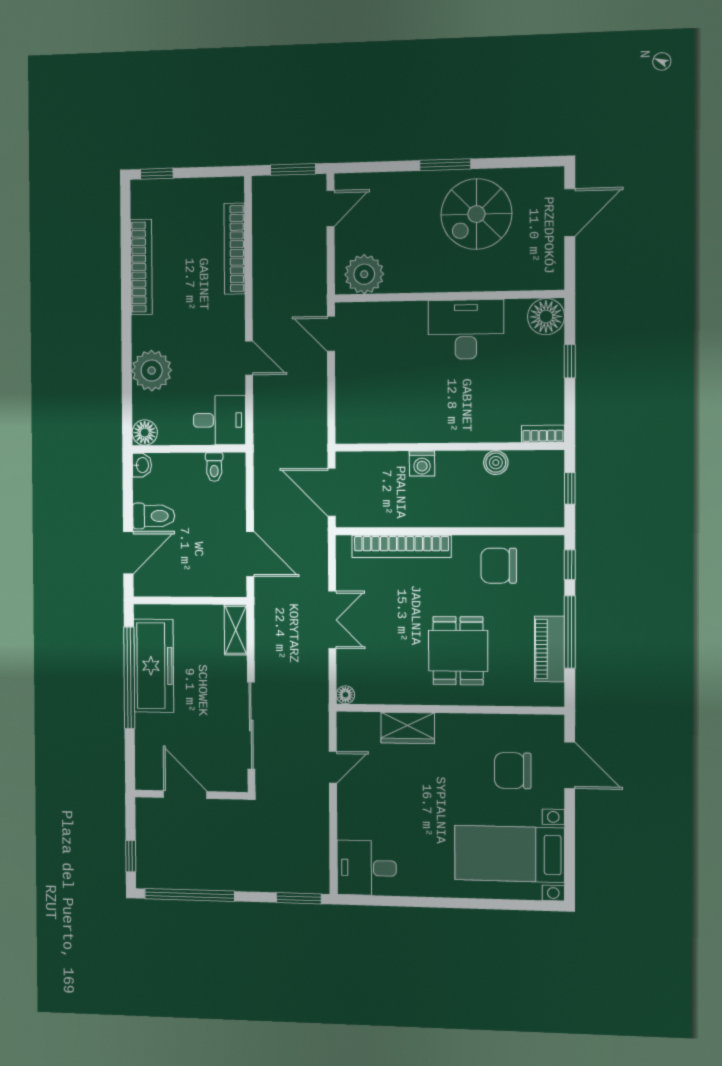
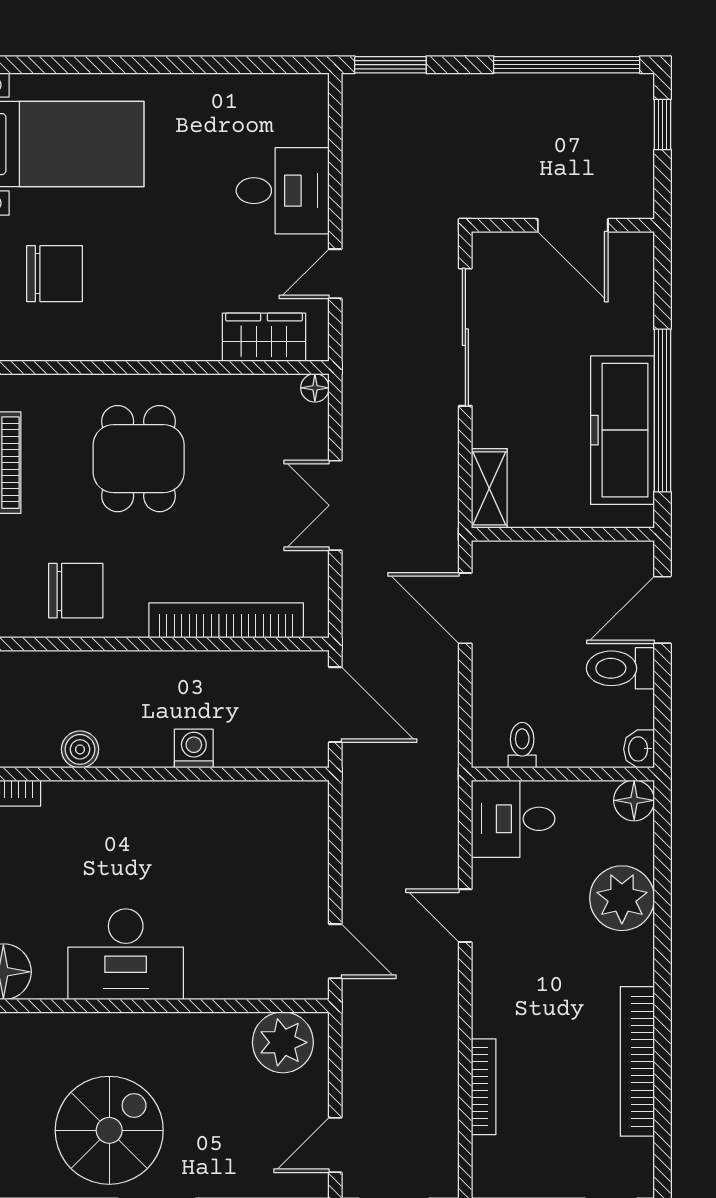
bookcase: (234, 249) -> (484, 1087), width x0.68, depth x0.76
wardrobe: (408, 728) -> (264, 337), moved
desk: (367, 868) -> (283, 191), moved

